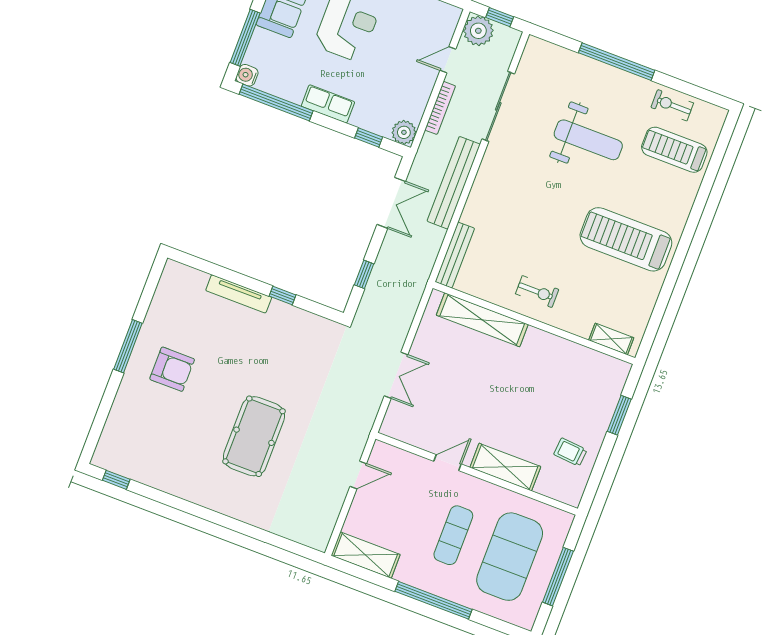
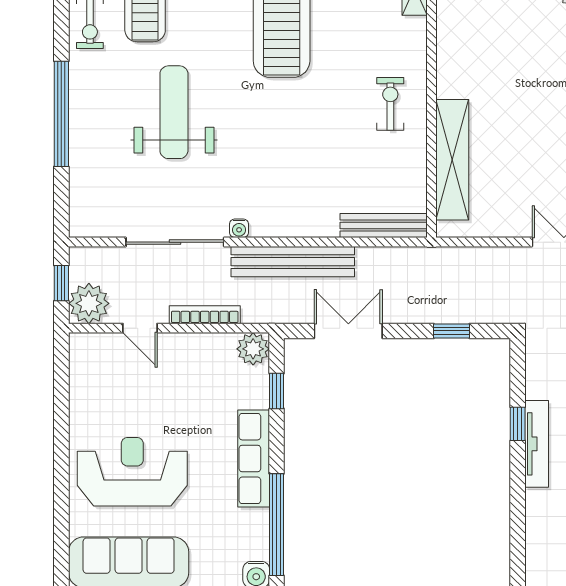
row of seats: (328, 104) -> (254, 458), width x1.48
water cooler: (491, 154) -> (239, 228), added
tv unit: (239, 294) -> (537, 444), moved

